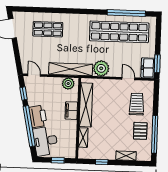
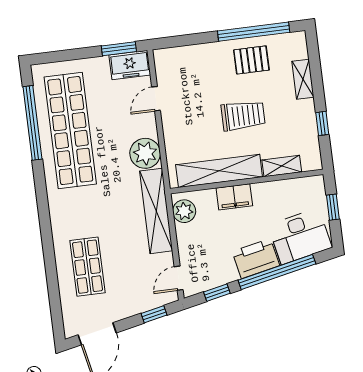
window: (18, 59) -> (154, 314), added
trolley: (137, 104) -> (243, 116), moved, turned 180

